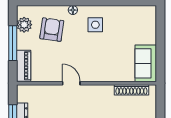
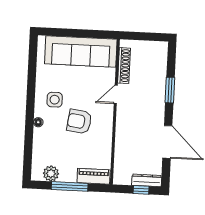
armchair: (52, 30) -> (79, 122), moved
sofa: (146, 63) -> (81, 51), width x1.85, depth x1.27
door: (71, 83) -> (116, 94), moved

